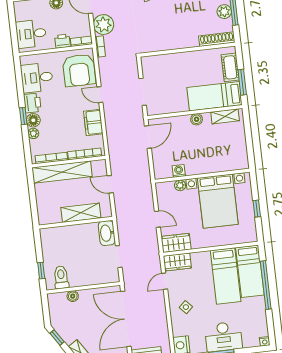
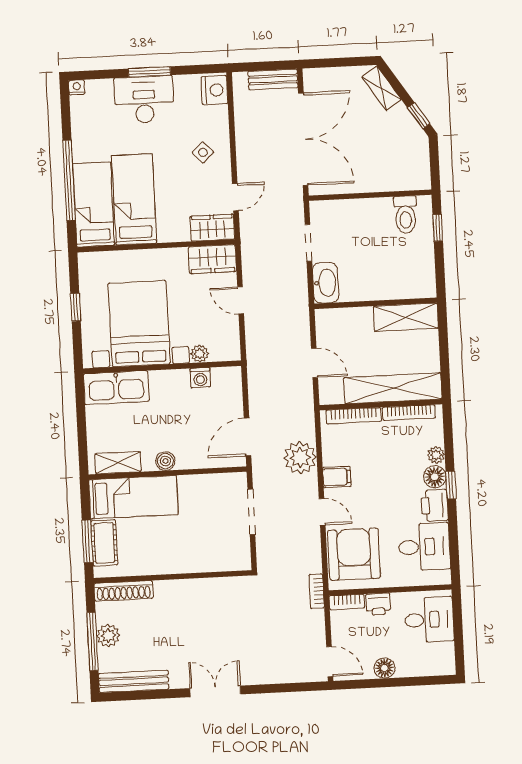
plant: (104, 25) -> (300, 458), moved
window: (242, 82) -> (87, 541), moved
filing cabinet: (93, 122) -> (337, 477), width x0.50
kitchen sink: (229, 162) -> (116, 388), added
shelving: (81, 213) -> (406, 317), moved
boiler: (73, 296) -> (388, 182), removed

